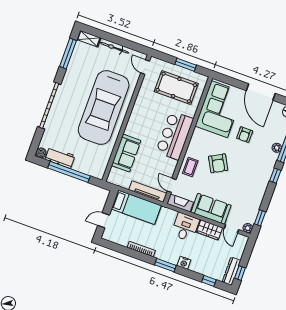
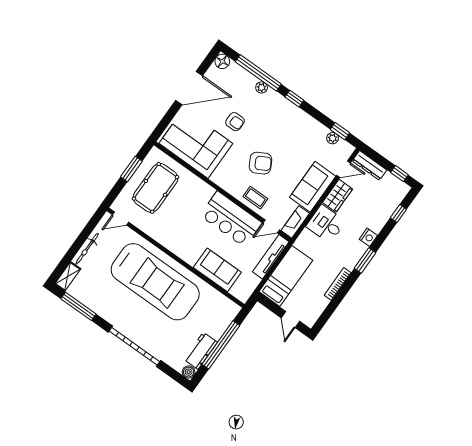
bar counter: (175, 135) -> (231, 219), moved
plant: (248, 228) -> (333, 138), moved
dresser: (231, 271) -> (369, 165), moved

